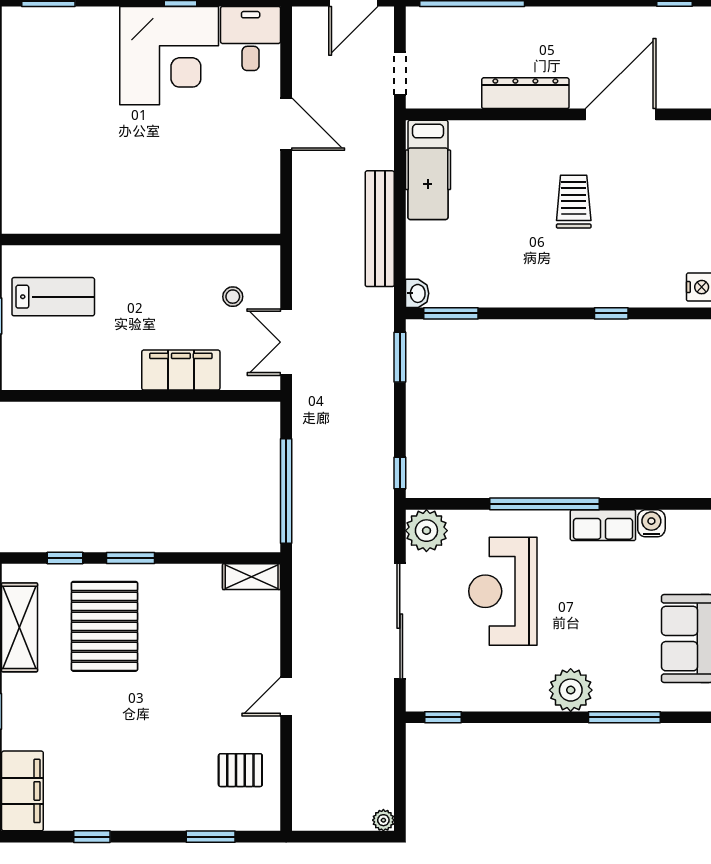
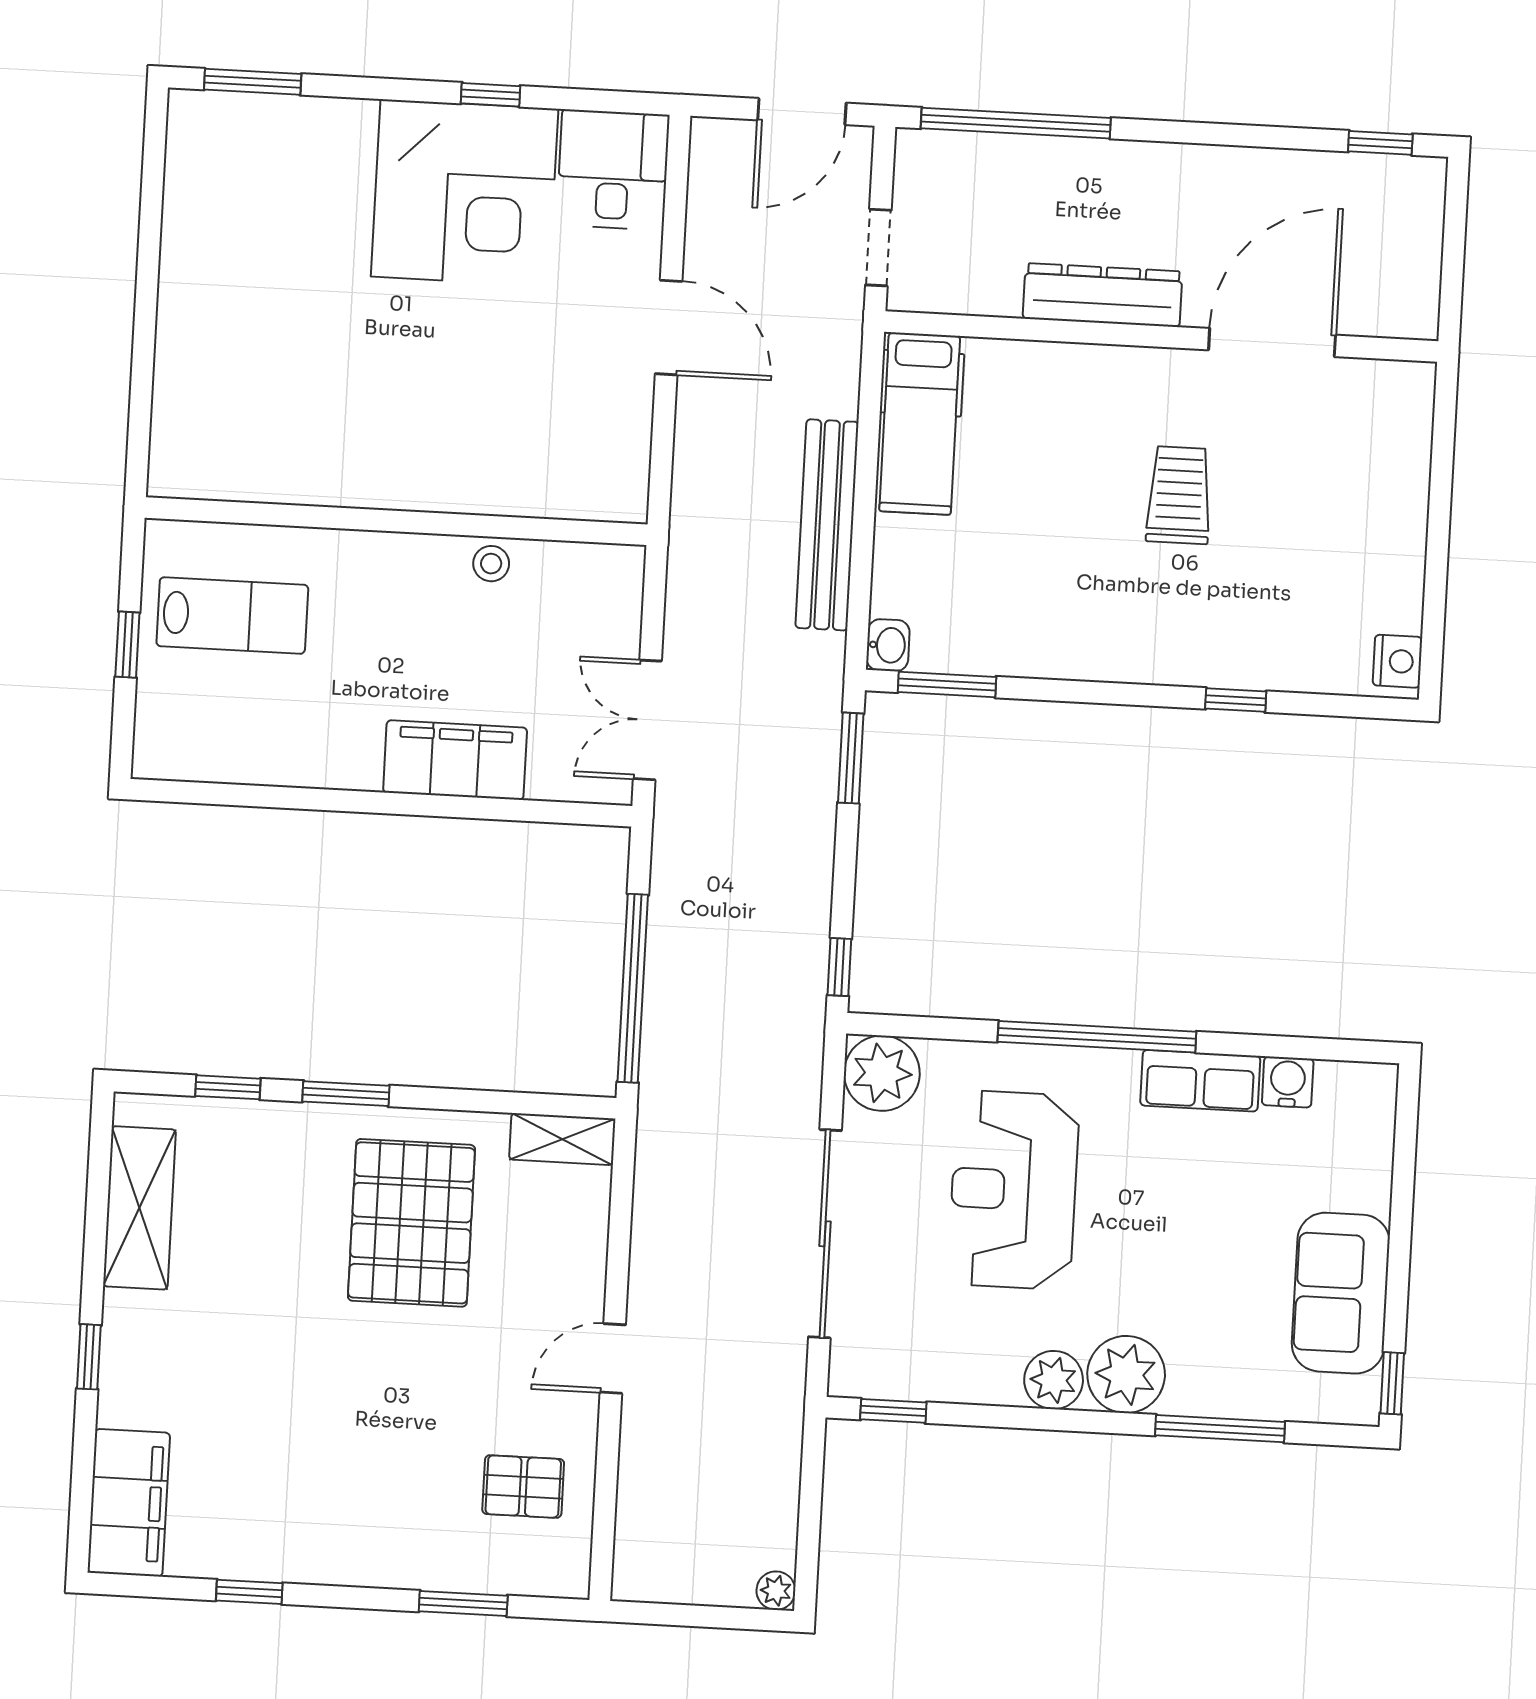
stool: (233, 297) -> (491, 564), moved
pallet: (104, 626) -> (411, 1223), moved
plant: (531, 695) -> (1054, 1380), added

